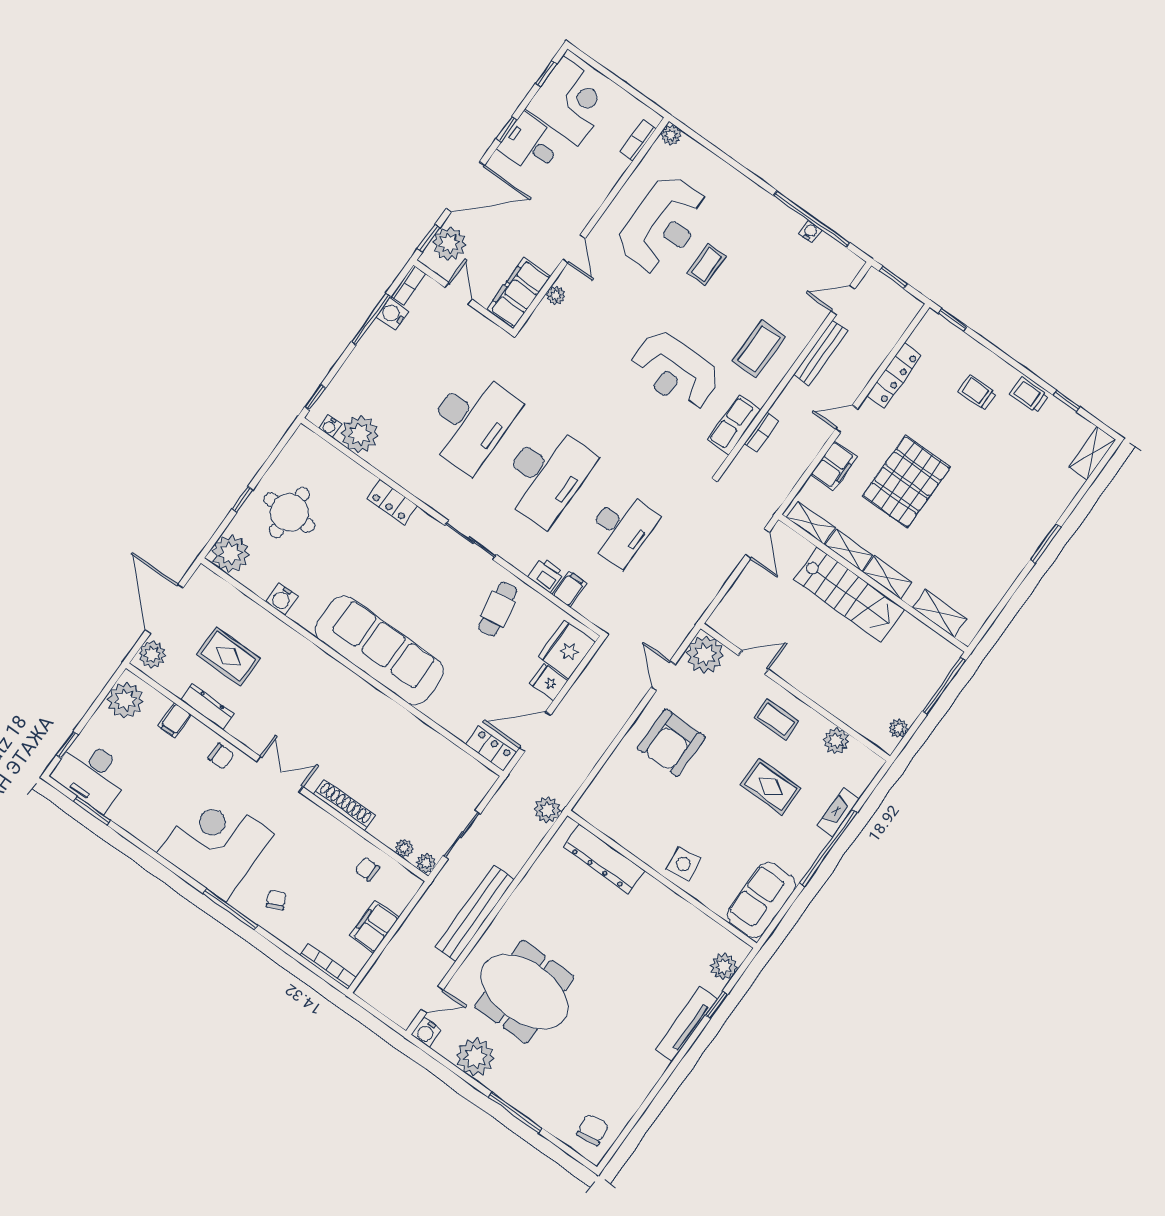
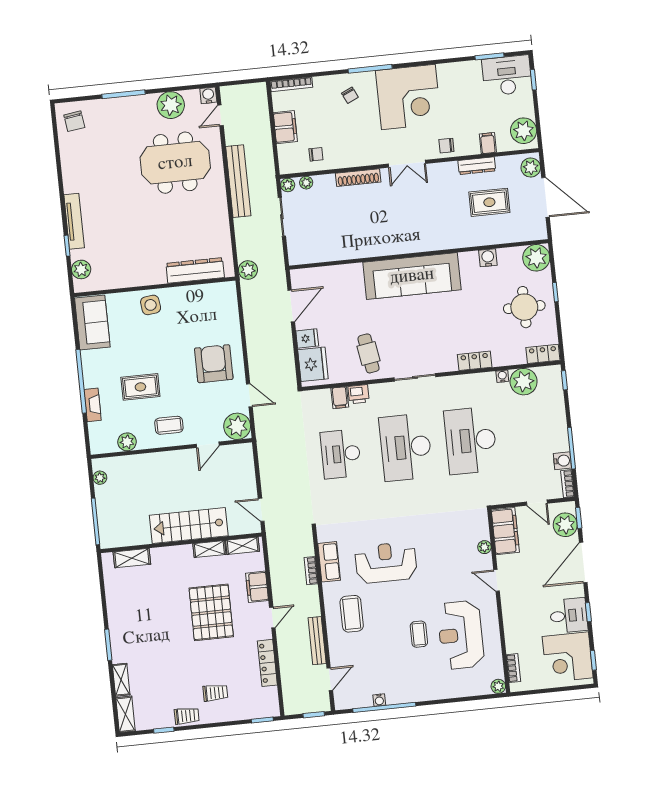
water cooler: (330, 426) -> (502, 376), moved
shelving: (887, 577) -> (121, 680), moved, turned 90
locker: (491, 748) -> (543, 354), moved, turned 180

